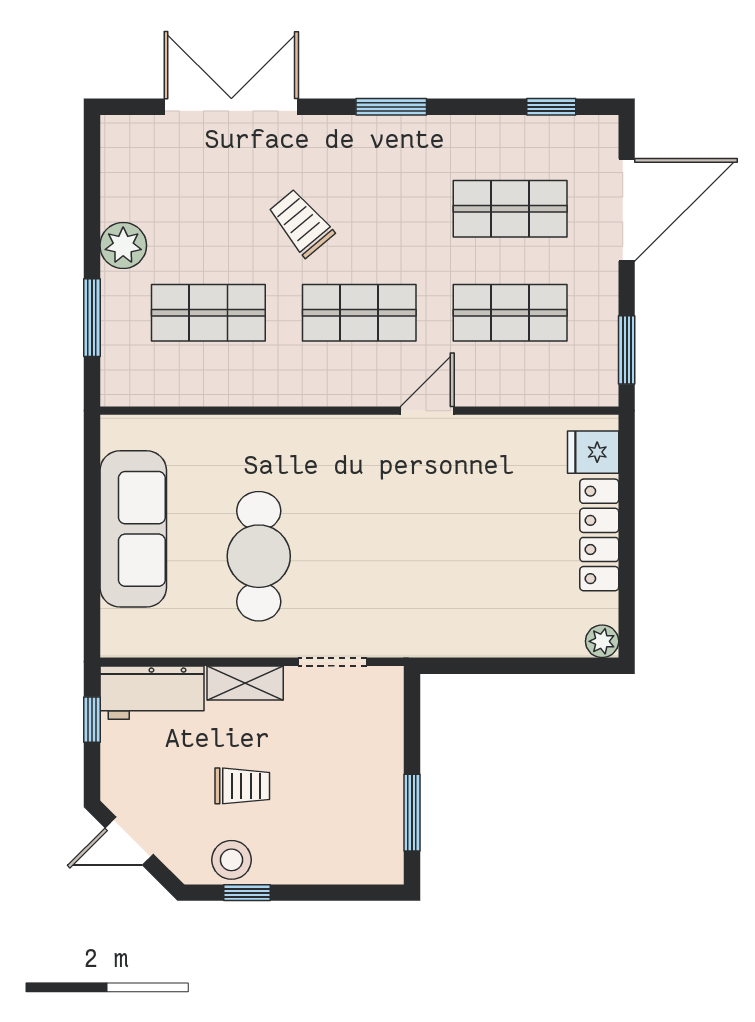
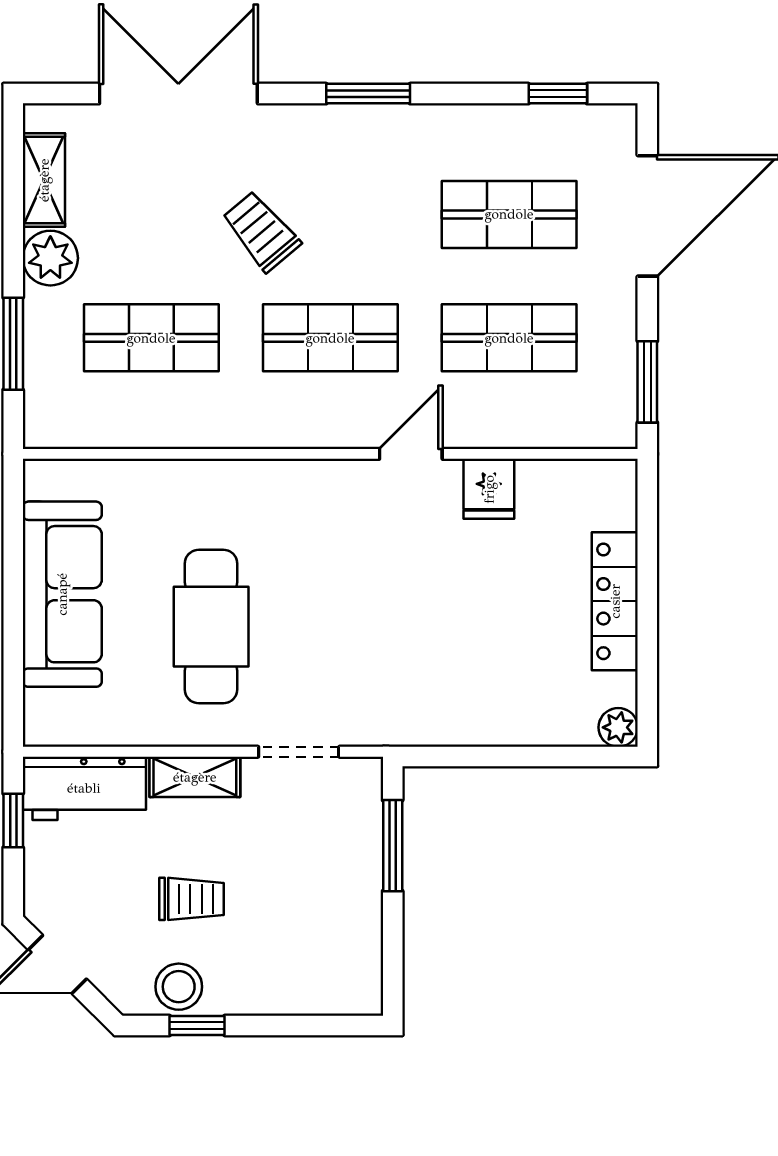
shelving: (118, 180) -> (44, 180), added
fridge: (593, 452) -> (489, 489), moved, turned -90
window: (412, 813) -> (393, 846), moved

